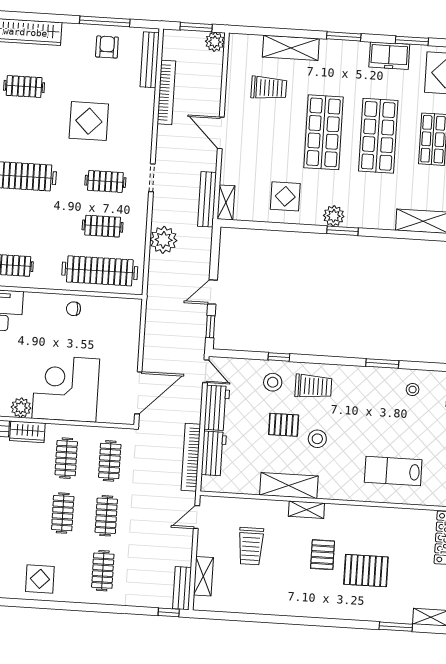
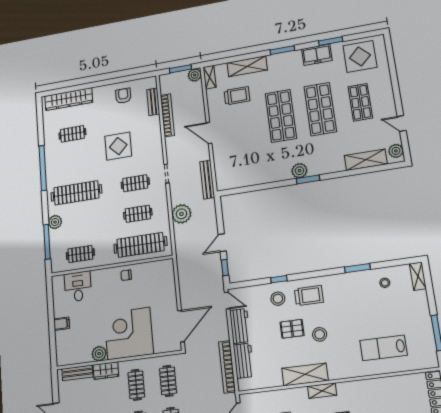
window: (105, 21) -> (119, 80), removed
bench: (150, 60) -> (153, 102), width x0.73
display table: (285, 196) -> (262, 165), removed
shelving: (226, 202) -> (210, 77), moved

